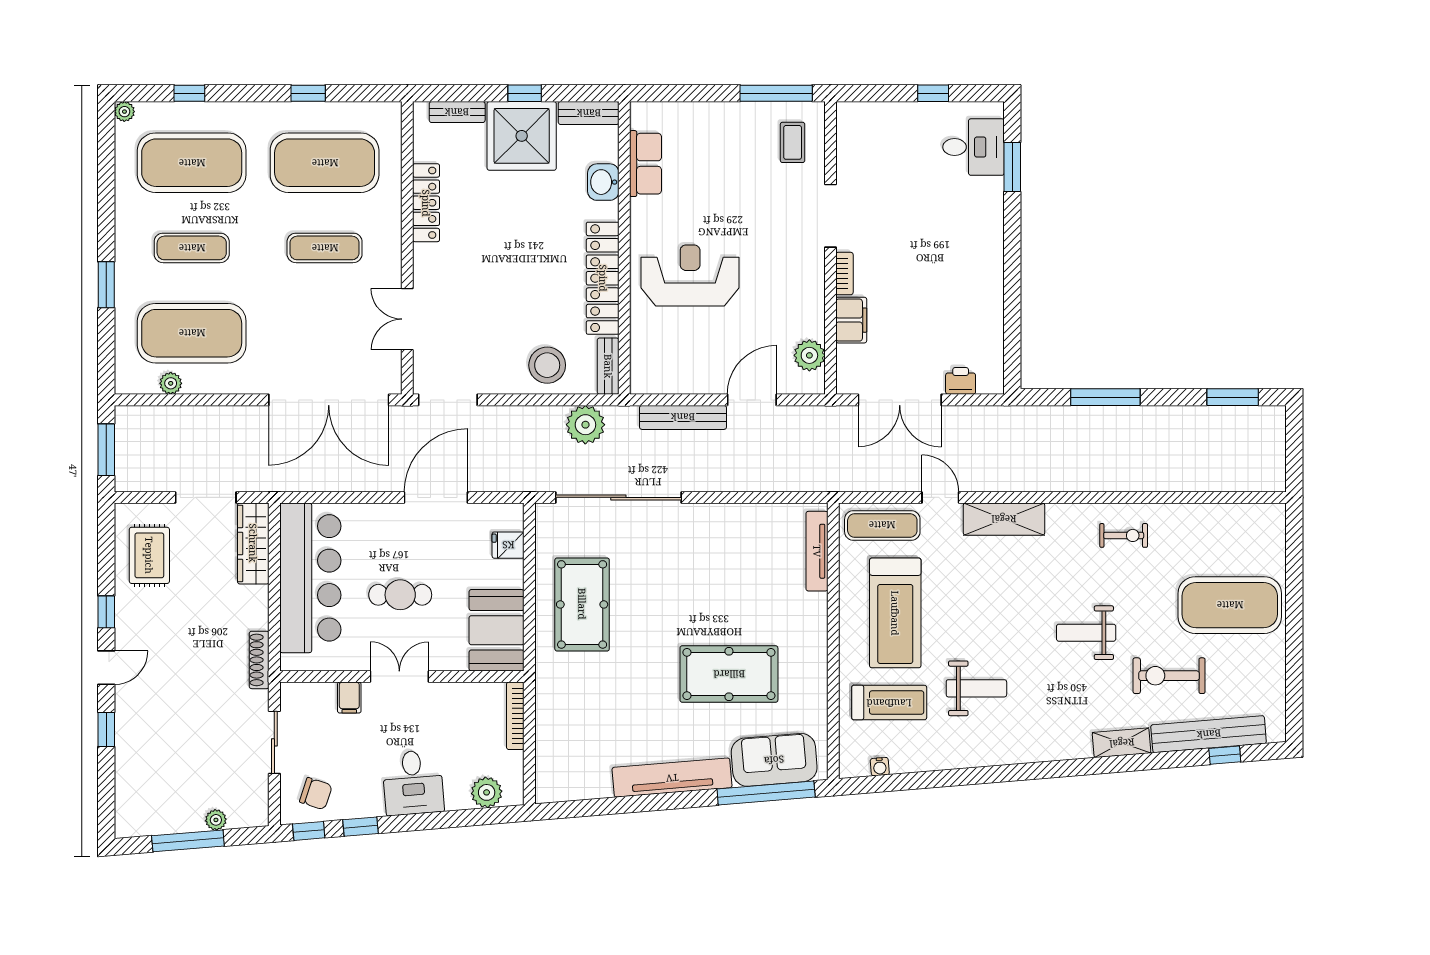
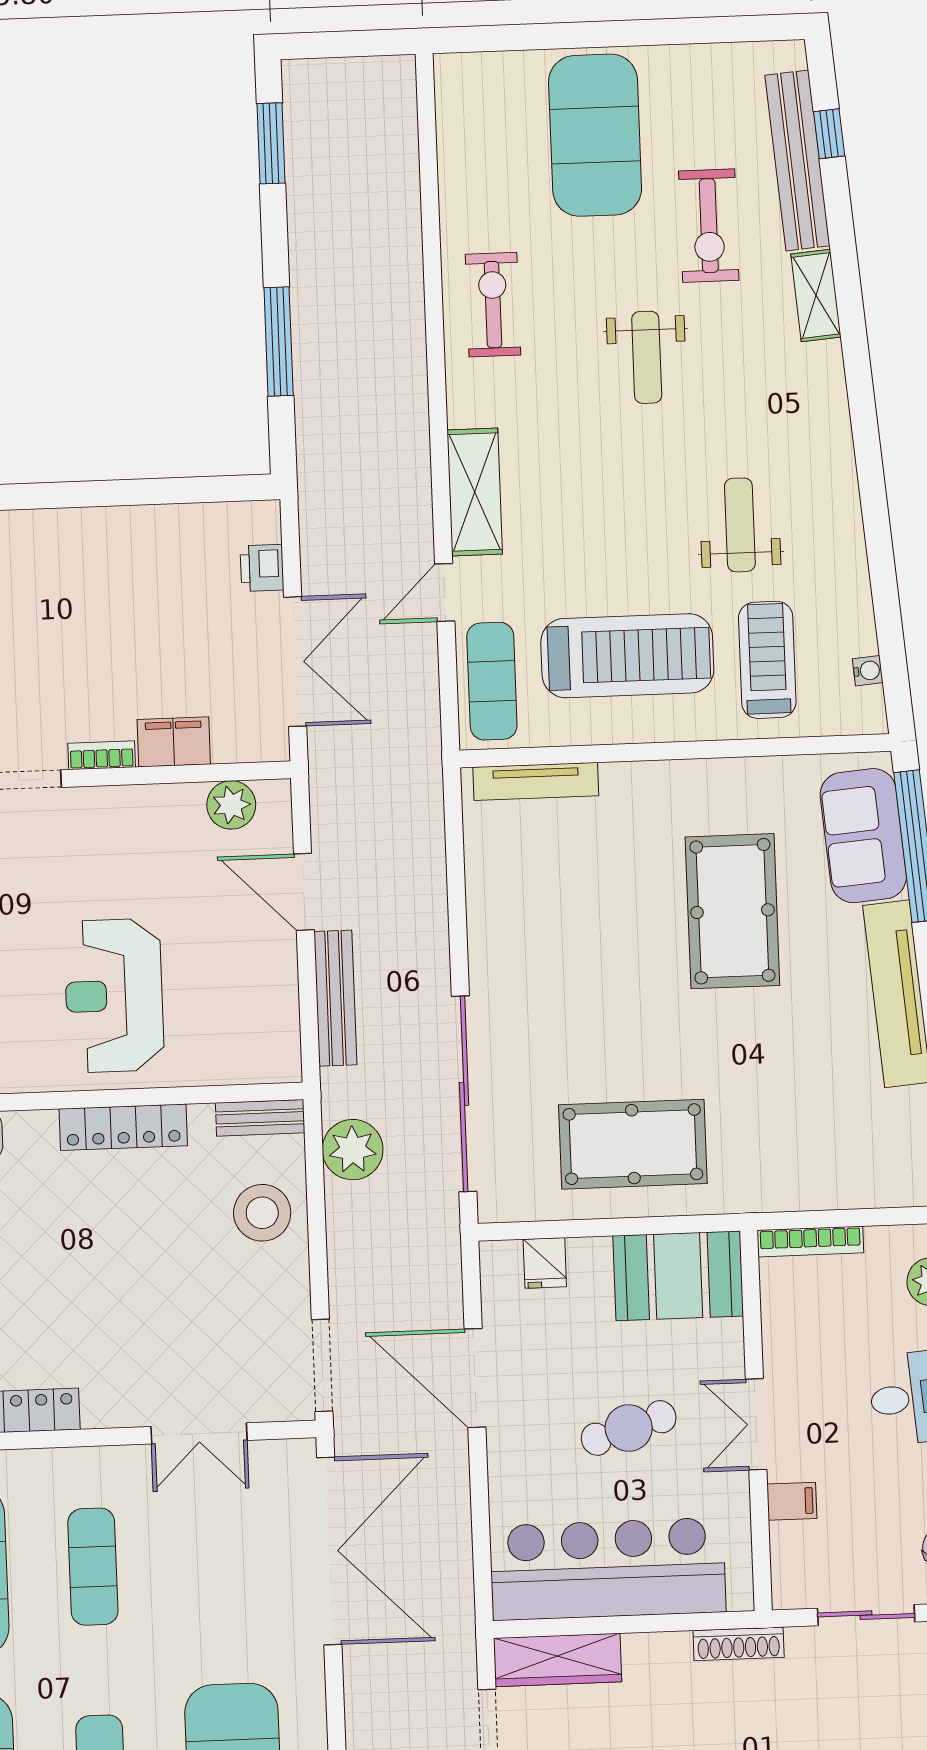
locker: (603, 278) -> (123, 1127), width x0.71, depth x0.83
exercise bike: (1124, 535) -> (493, 305), width x1.38, depth x1.39
cafe table: (400, 595) -> (629, 1428), turned 73

